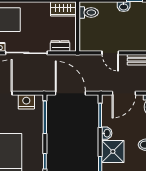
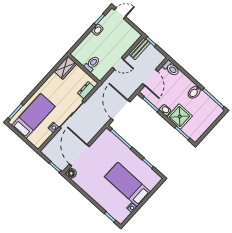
toilet: (89, 13) -> (92, 64), moved
door: (70, 93) -> (121, 110), hinge flipped
nightstand: (26, 102) -> (101, 142), removed

